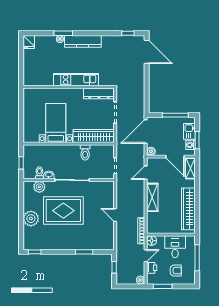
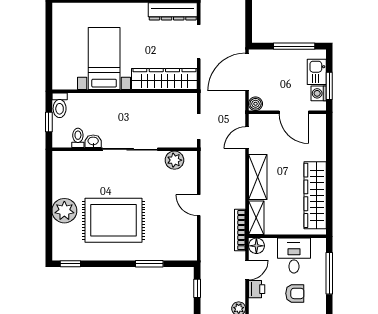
toilet: (85, 152) -> (60, 105), moved
shelving: (190, 168) -> (256, 218), moved
plant: (39, 187) -> (174, 160), moved
rug: (63, 211) -> (114, 220), moved

